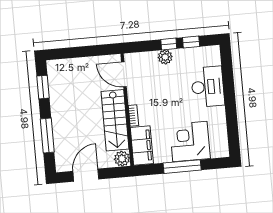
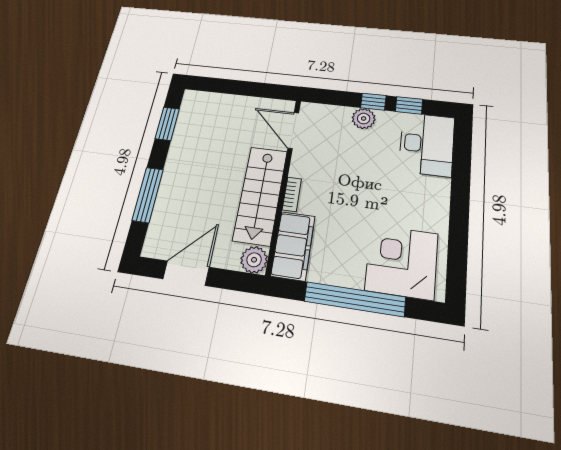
desk: (208, 87) -> (427, 144), moved
corner desk: (190, 142) -> (402, 262), moved
window: (182, 167) -> (355, 299), width x1.46

